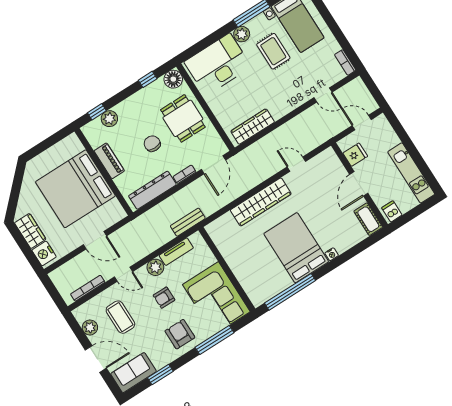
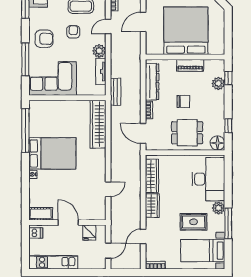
wardrobe: (284, 106) -> (152, 205), added
wardrobe: (261, 202) -> (98, 124), moved
armchair: (164, 298) -> (73, 32), moved

